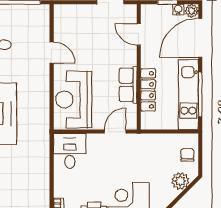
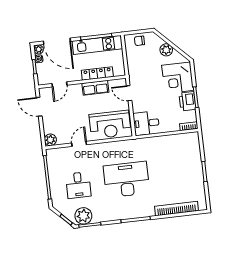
plant: (62, 13) -> (50, 140), added
plant: (180, 181) -> (166, 50), moved

